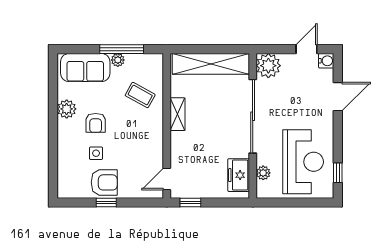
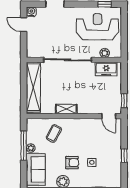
plant: (268, 66) -> (35, 50), removed
armchair: (104, 182) -> (111, 157), removed

